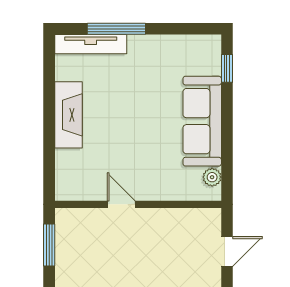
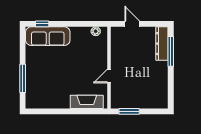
tv unit: (91, 44) -> (30, 91), removed
fireplace: (69, 115) -> (87, 102), moved
sofa: (202, 121) -> (48, 36), moved

